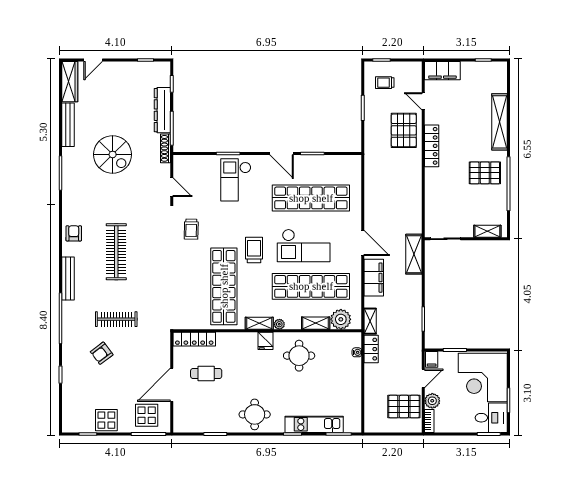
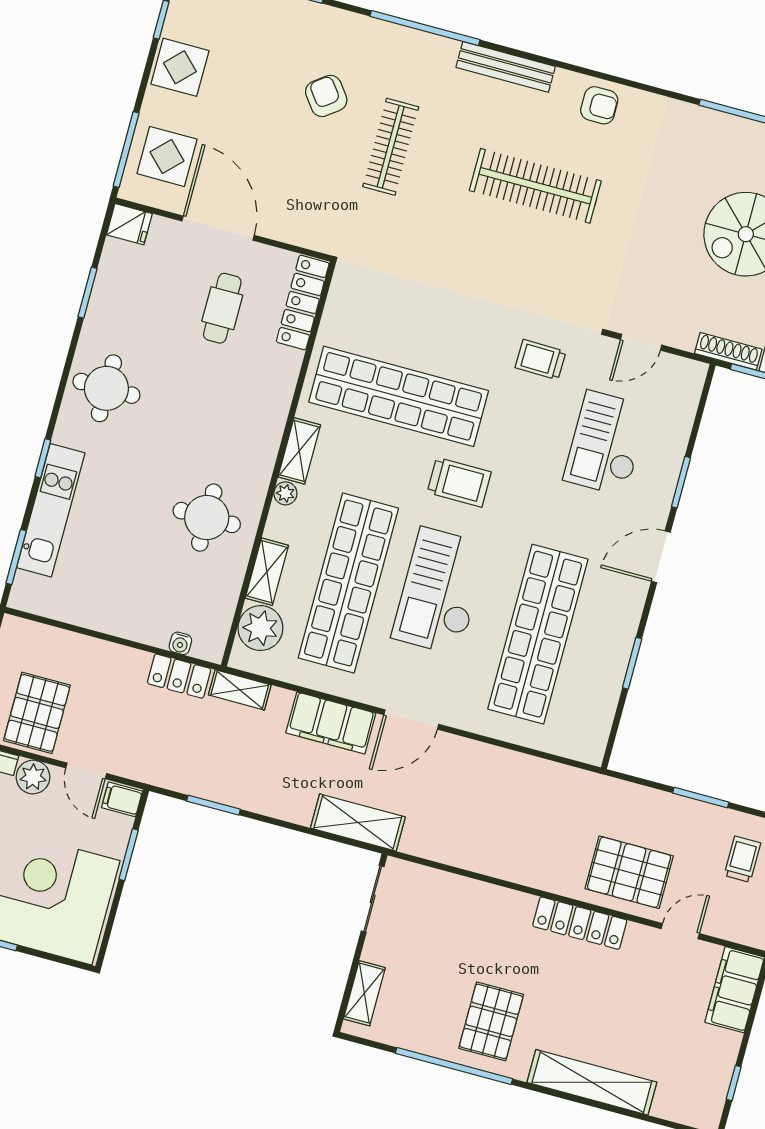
door: (282, 154) -> (661, 557), moved
checkout: (236, 180) -> (606, 443), moved, turned -90
fridge: (266, 341) -> (129, 224), moved, turned 180

